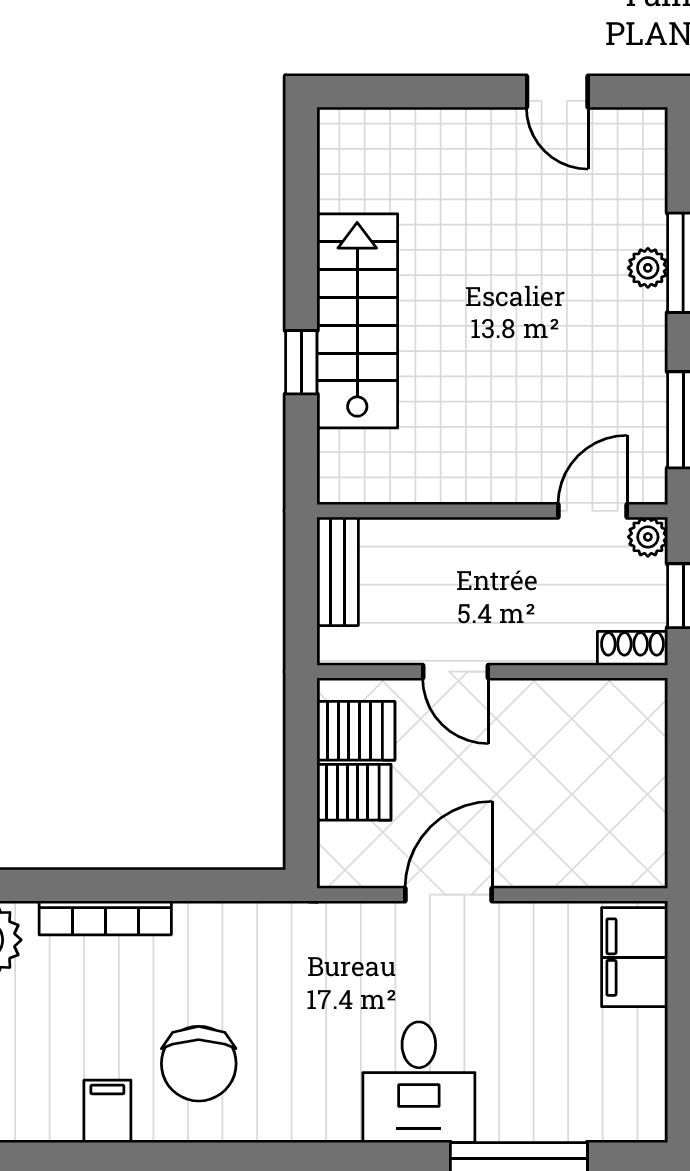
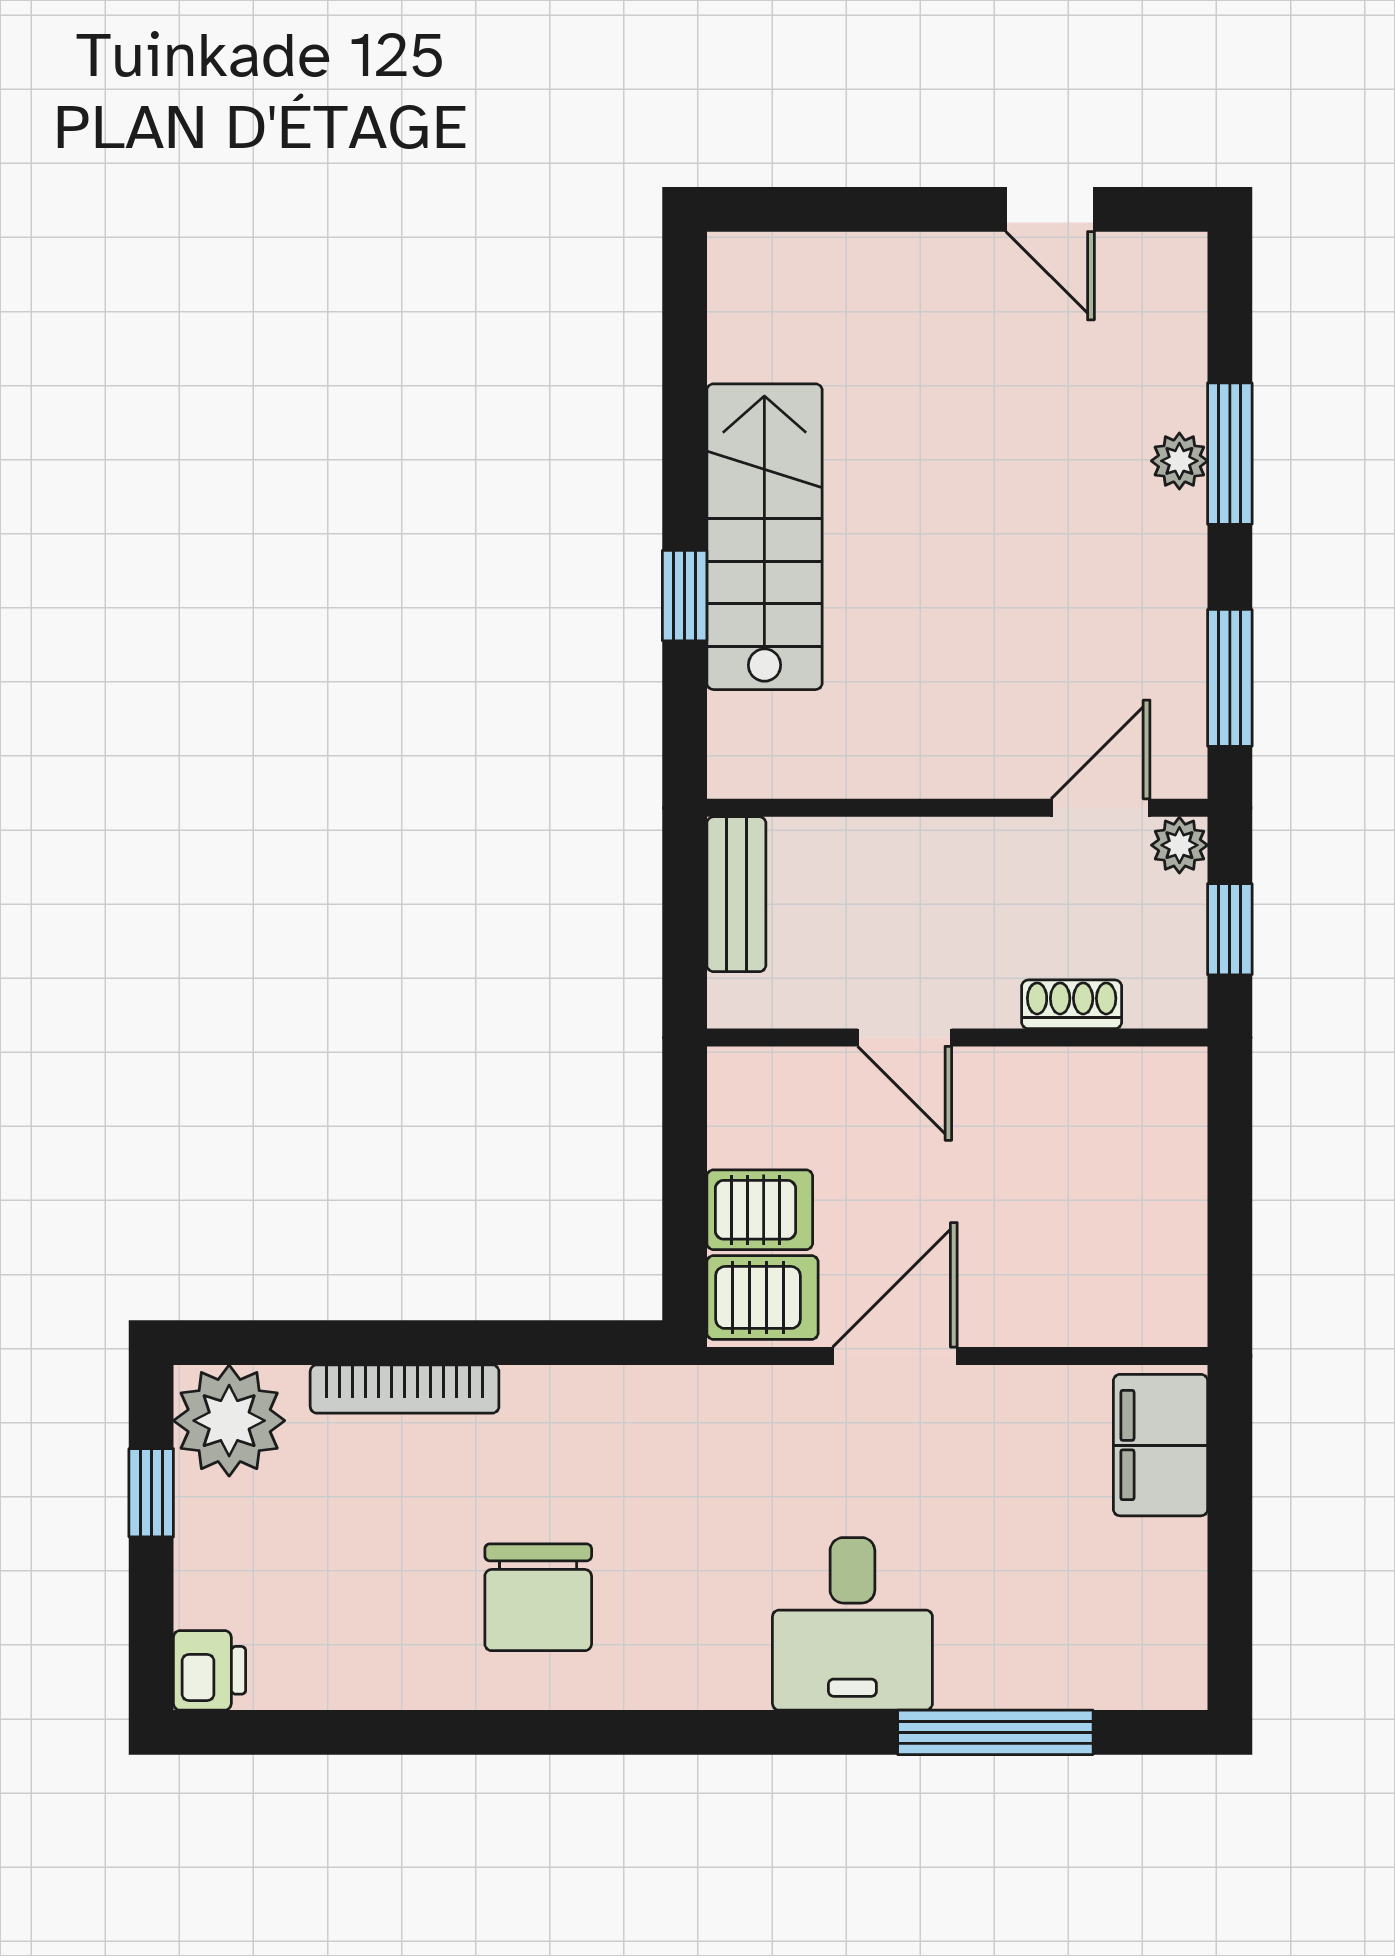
shoe rack: (633, 648) -> (1072, 1004), moved
server rack: (356, 731) -> (762, 1297), moved
filing cabinet: (107, 1111) -> (408, 1665), removed

